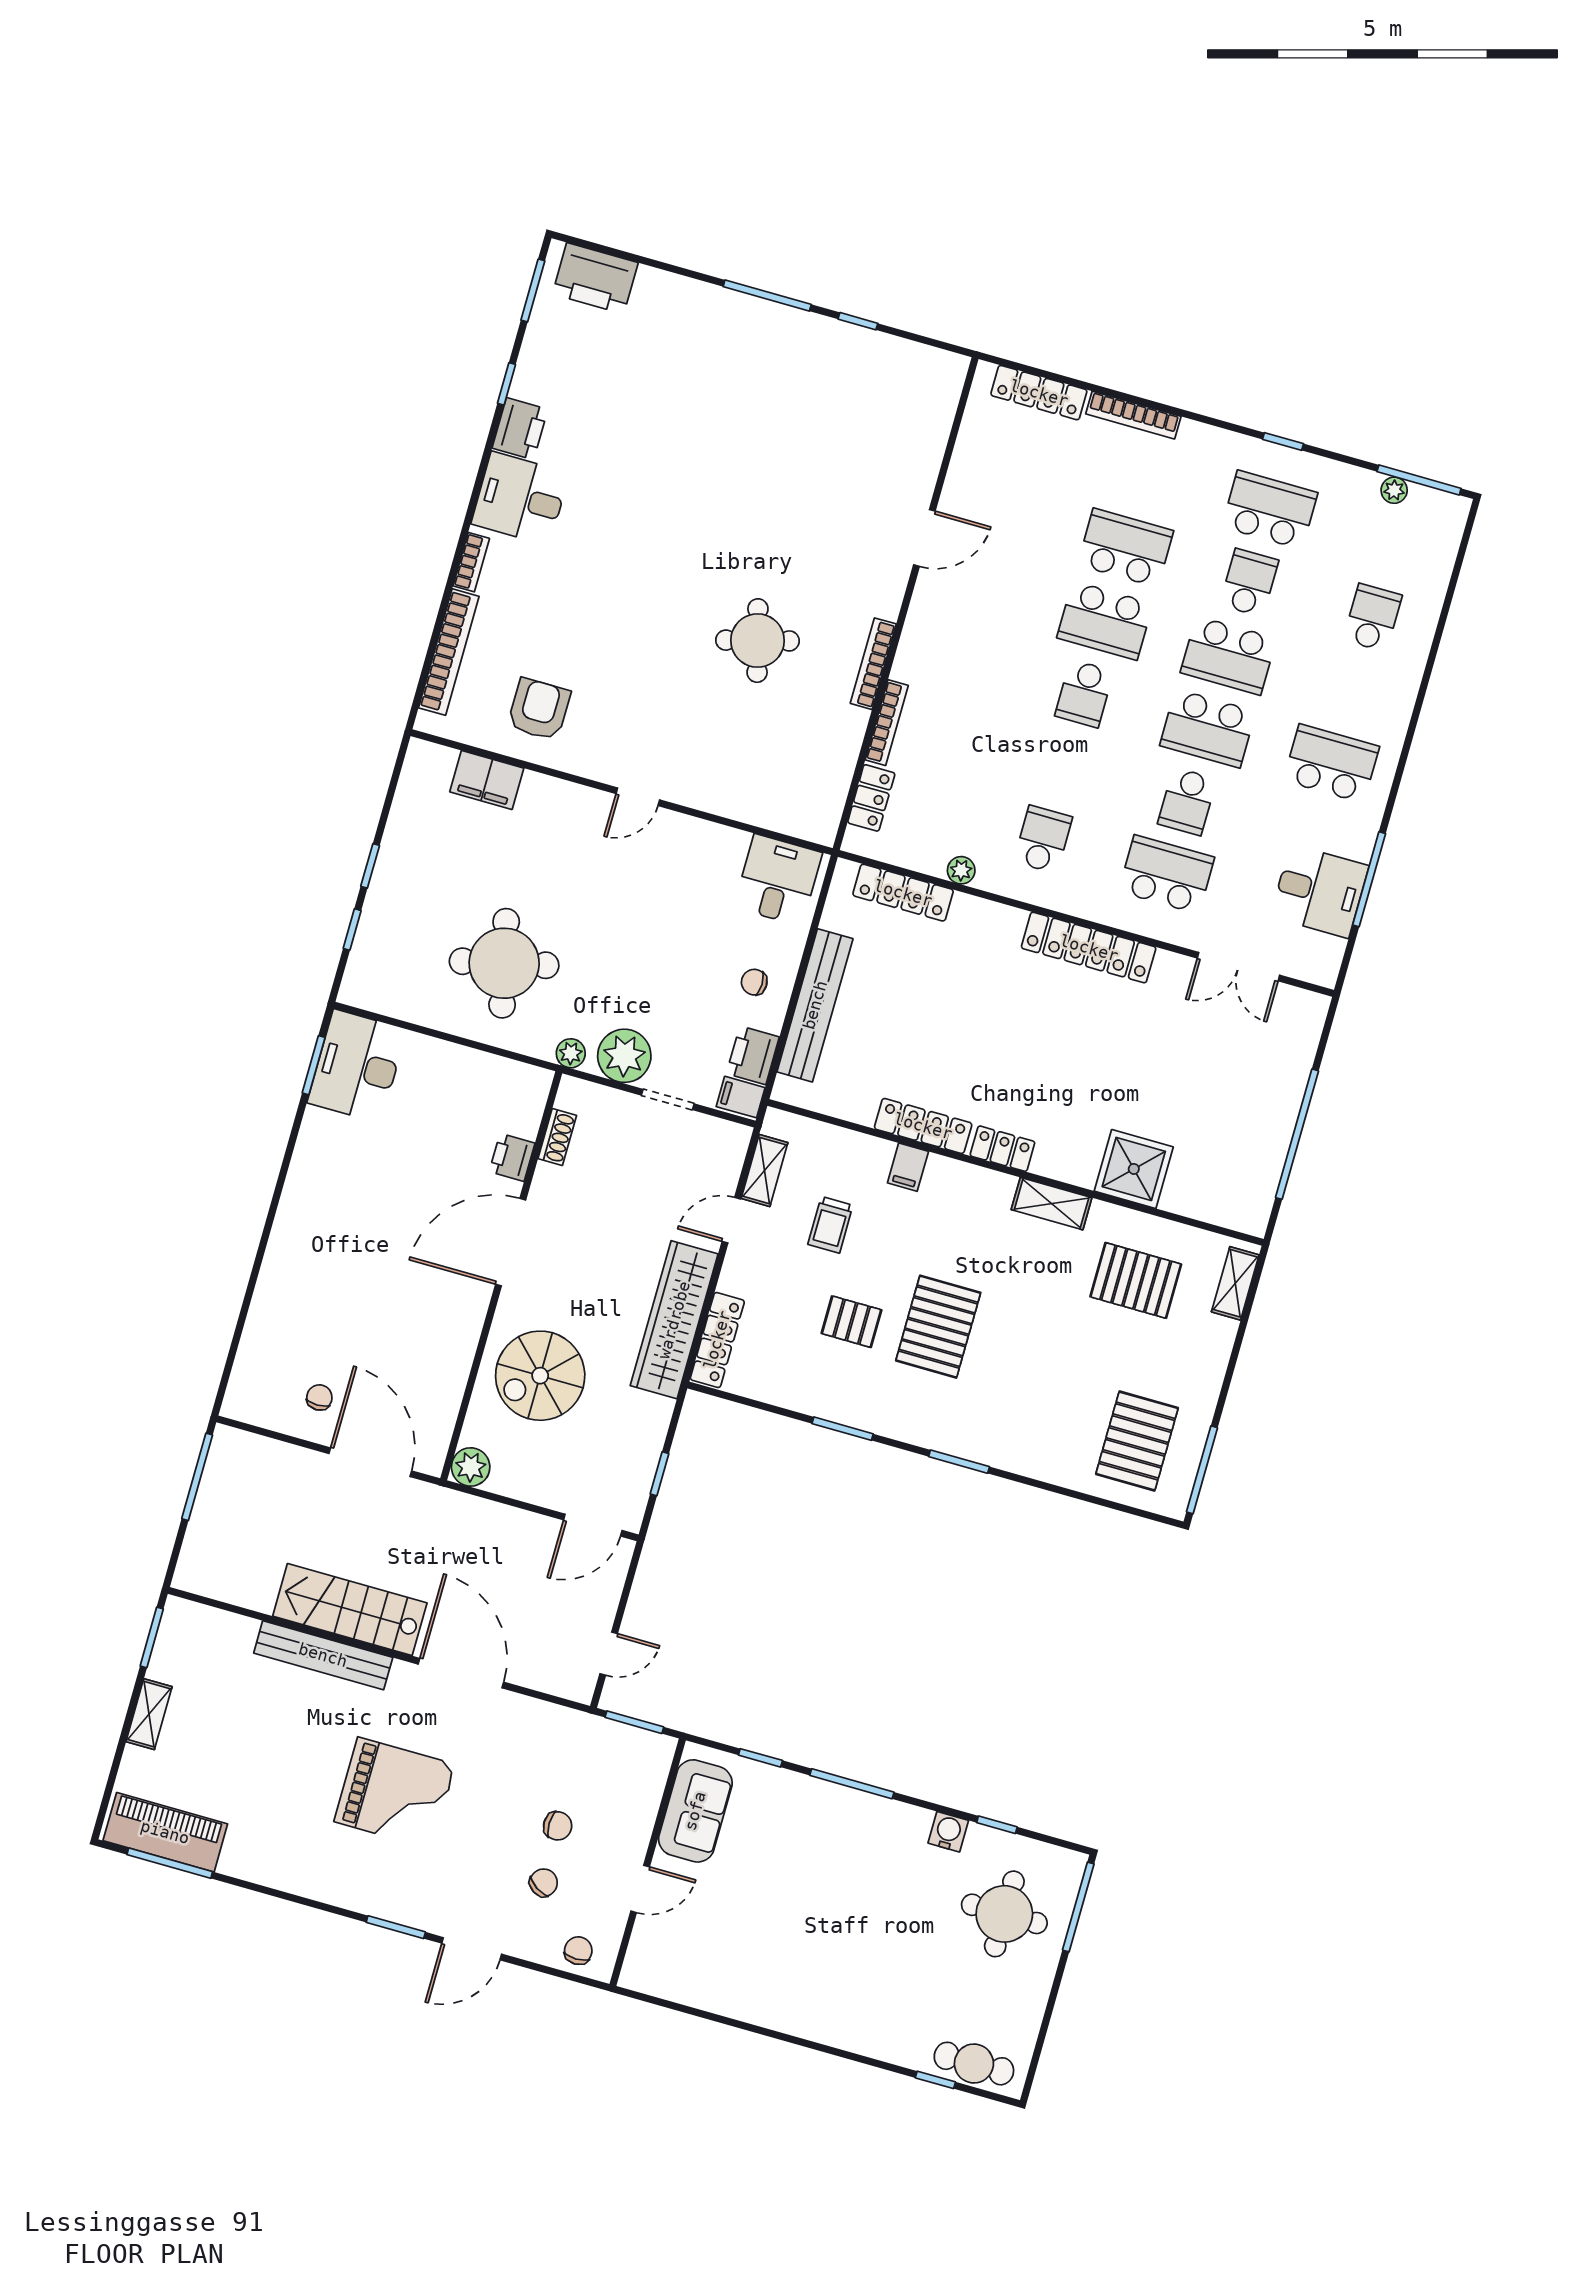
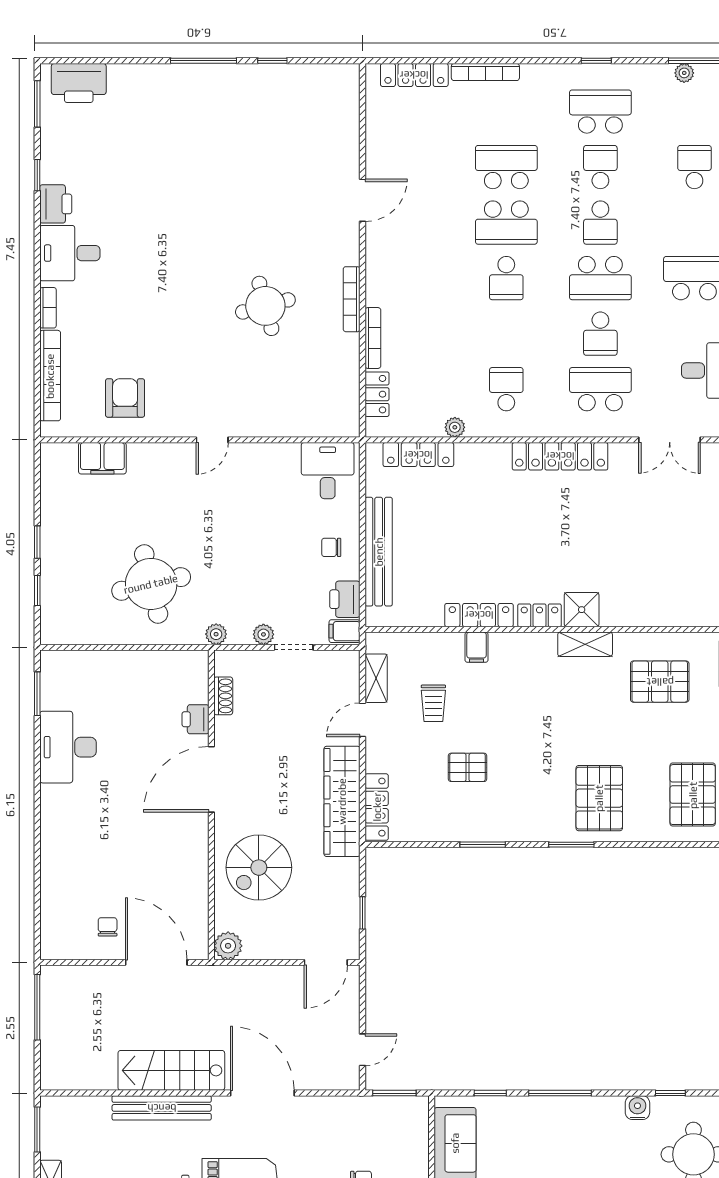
school desk: (1228, 656) -> (600, 223), width x0.54
plant: (624, 1056) -> (263, 634), width x0.53, depth x0.53
desk: (357, 1066) -> (68, 747), moved
shower: (1134, 1169) -> (582, 610), moved, width x0.73, depth x0.73
pallet: (938, 1327) -> (599, 798), moved

